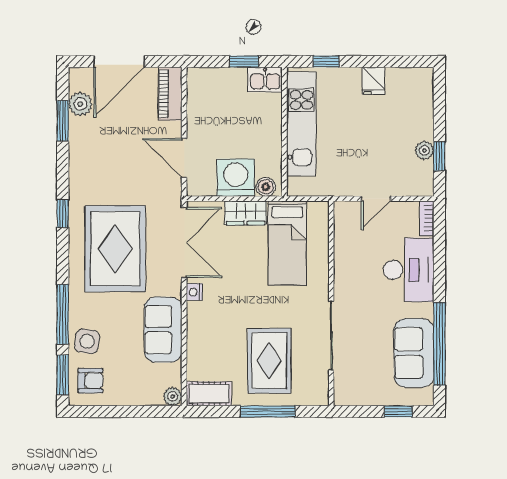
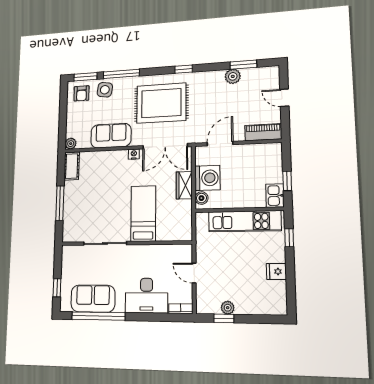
door: (119, 62) -> (284, 98), width x0.53
plant: (80, 104) -> (233, 76), moved
bed: (287, 243) -> (143, 213), moved, turned 90
rug: (269, 361) -> (90, 203), removed

